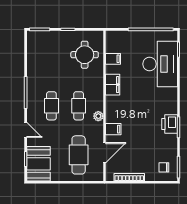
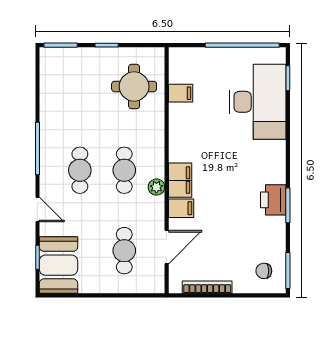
filing cabinet: (113, 85) -> (180, 180), moved
cafe table: (79, 155) -> (124, 251), width x0.73, depth x0.74

